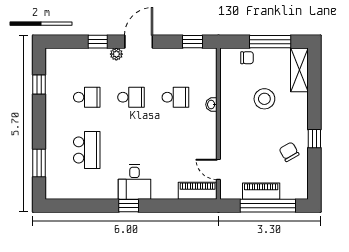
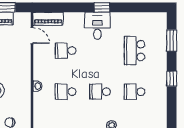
window: (39, 85) -> (172, 79), moved
school desk: (175, 150) -> (66, 51), added

